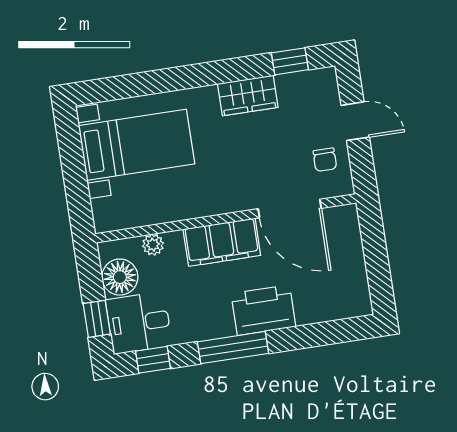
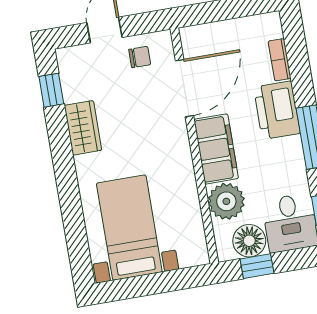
plant: (153, 245) -> (226, 201), width x1.88, depth x1.88
bookcase: (319, 314) -> (280, 60), added
window: (97, 319) -> (257, 266), moved

